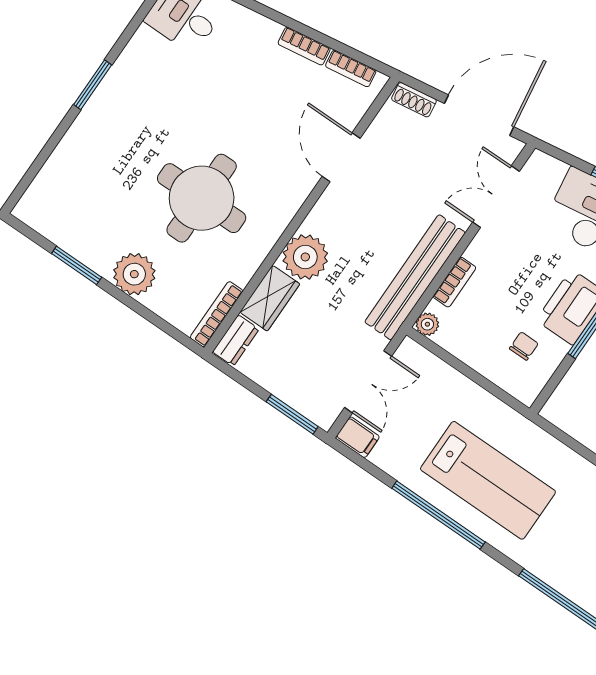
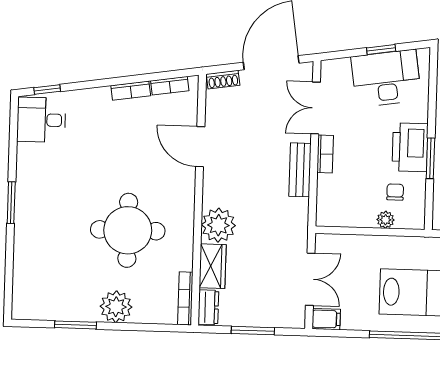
bench: (415, 277) -> (300, 170), width x0.54, depth x0.82
bookcase: (454, 282) -> (325, 154), moved
plant: (427, 324) -> (386, 220), moved
window: (292, 414) -> (253, 331), moved

